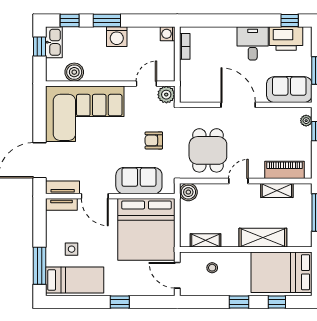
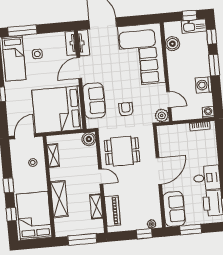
washing machine: (117, 37) -> (204, 85), moved

